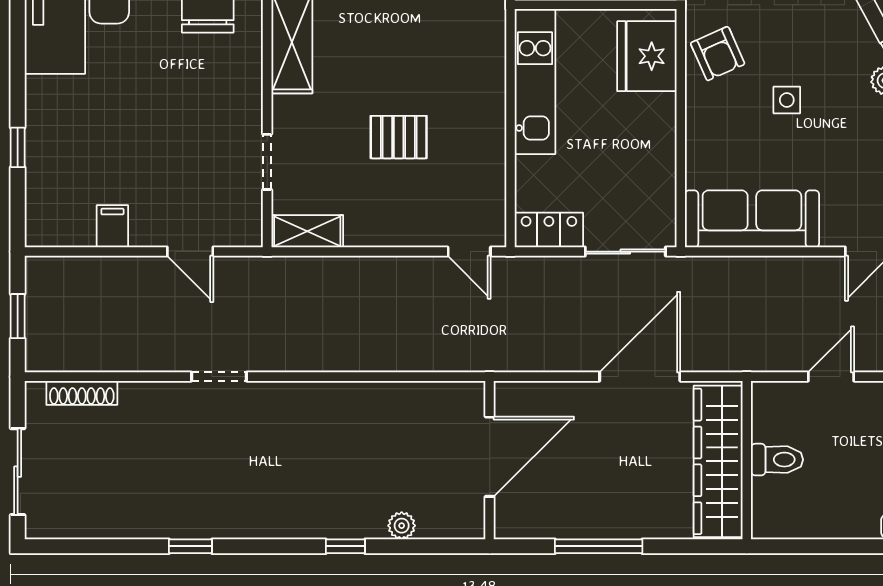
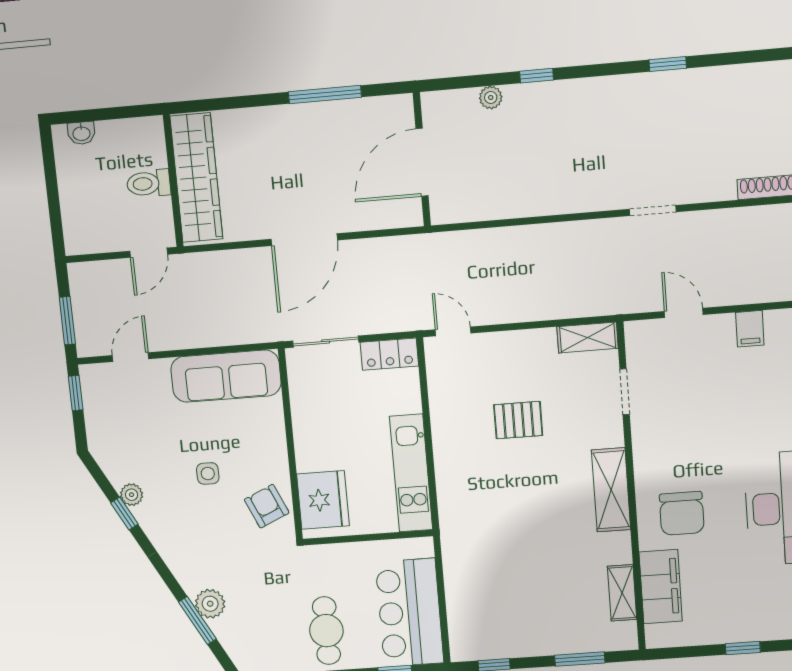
wall: (747, 460) -> (173, 181), moved
toilet: (777, 460) -> (149, 183), moved
wardrobe: (718, 461) -> (196, 178), moved

